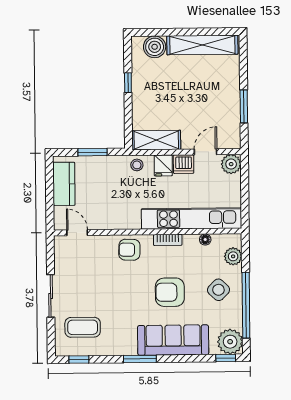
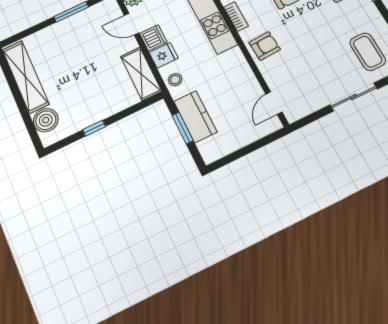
kitchen counter: (64, 184) -> (195, 117), moved, turned 90
armchair: (129, 250) -> (265, 46), turned -95

